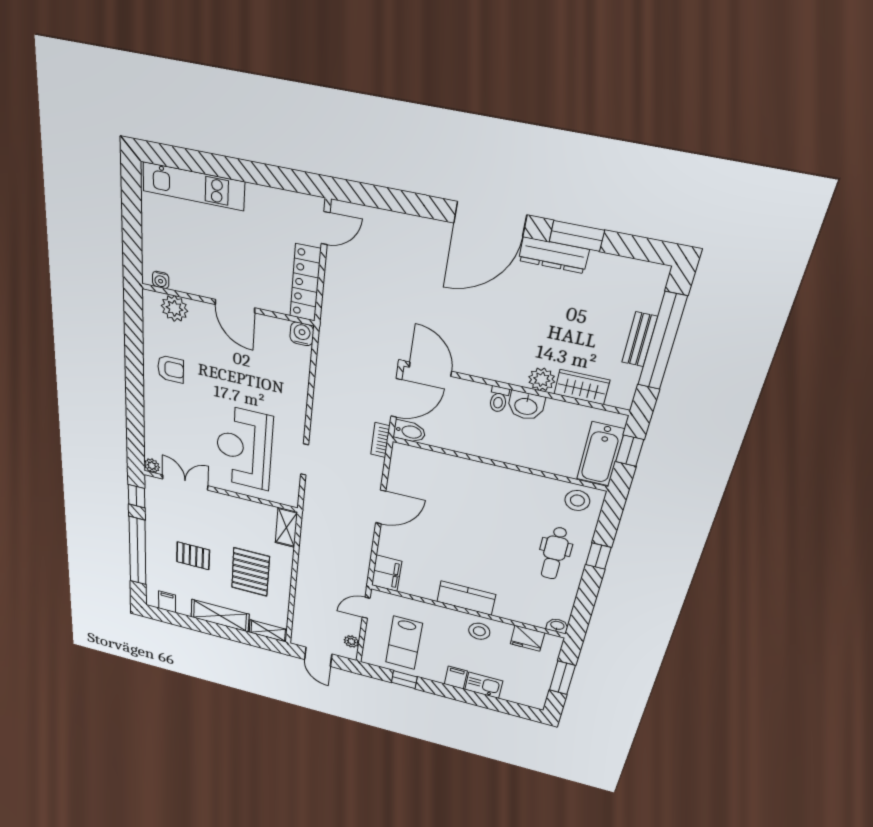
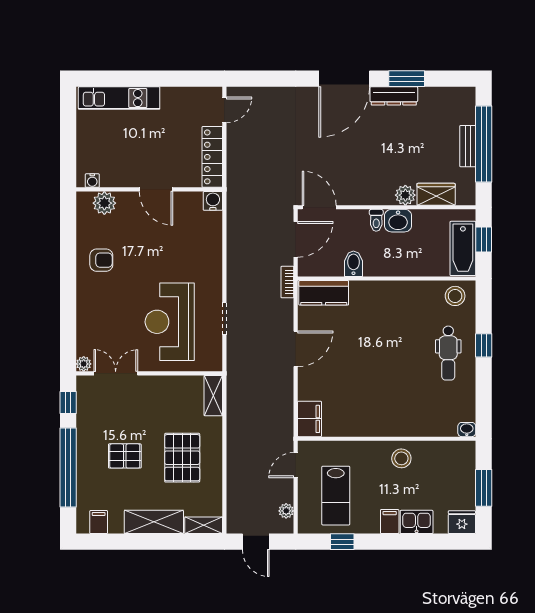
bidet: (410, 432) -> (353, 264), moved, turned -90
kitchen counter: (466, 598) -> (324, 293), moved, turned 180
fridge: (527, 638) -> (462, 522), moved, turned 180

